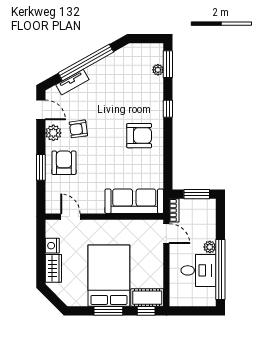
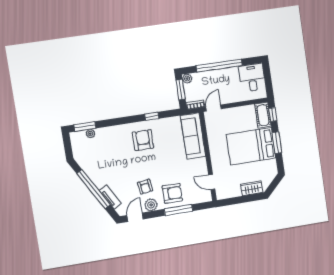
window: (168, 109) -> (152, 116), moved
armchair: (64, 163) -> (172, 193), turned 180
window: (41, 167) -> (178, 210), width x1.44
door: (70, 217) -> (212, 182), hinge flipped
nightstand: (52, 246) -> (235, 192), removed
plant: (210, 247) -> (187, 79), moved
window: (220, 269) -> (219, 66), moved
desk: (198, 270) -> (252, 78), moved

